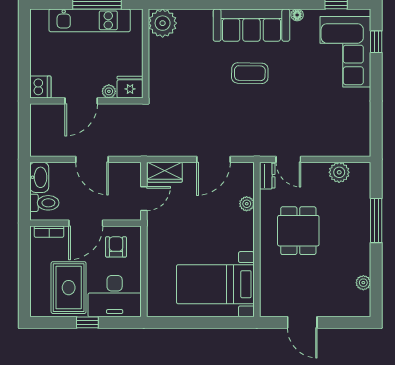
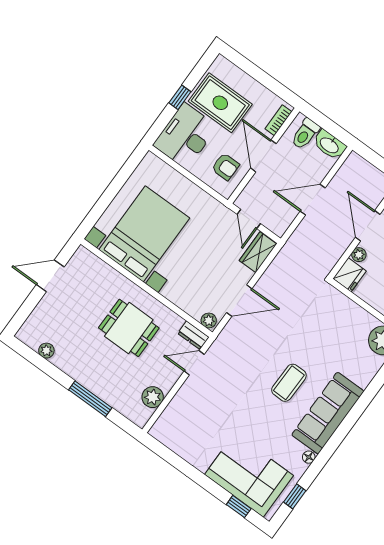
door: (214, 159) -> (239, 301), swing flipped
plant: (247, 204) -> (209, 320), moved
bed with nightstands: (215, 284) -> (144, 234), width x1.36

